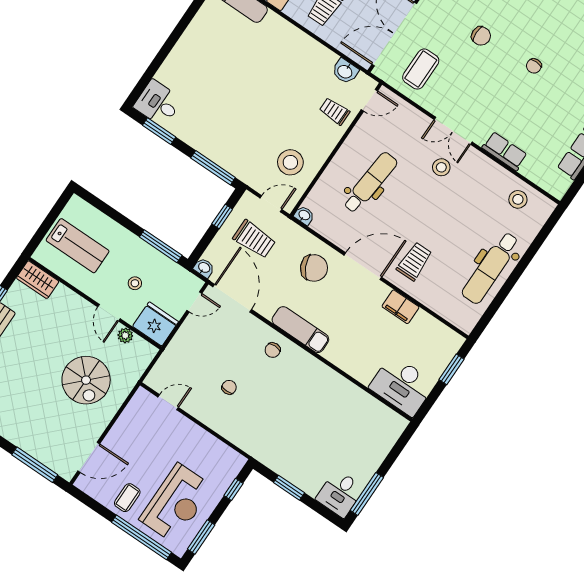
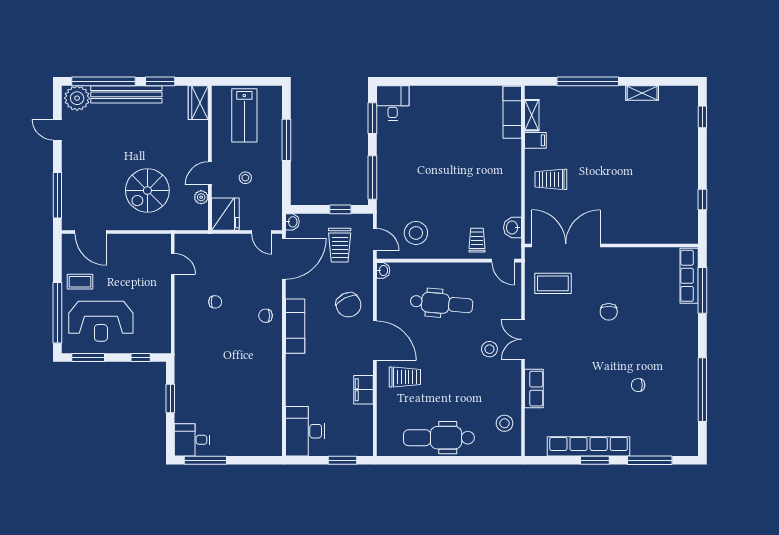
chair: (534, 66) -> (638, 385), moved
window: (161, 246) -> (286, 140), moved

